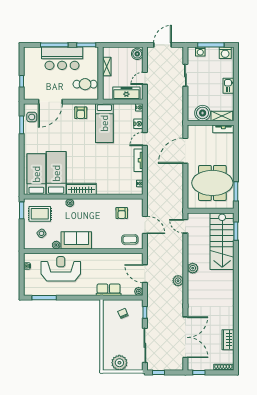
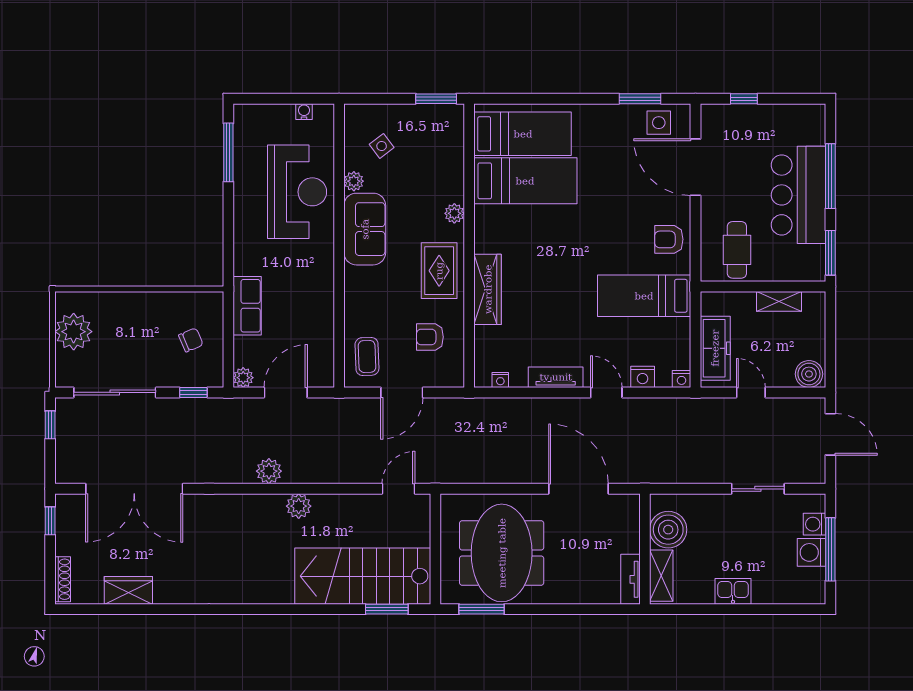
washing machine: (225, 53) -> (811, 552), moved
wardrobe: (81, 189) -> (488, 289), moved
rug: (40, 214) -> (439, 271), moved

